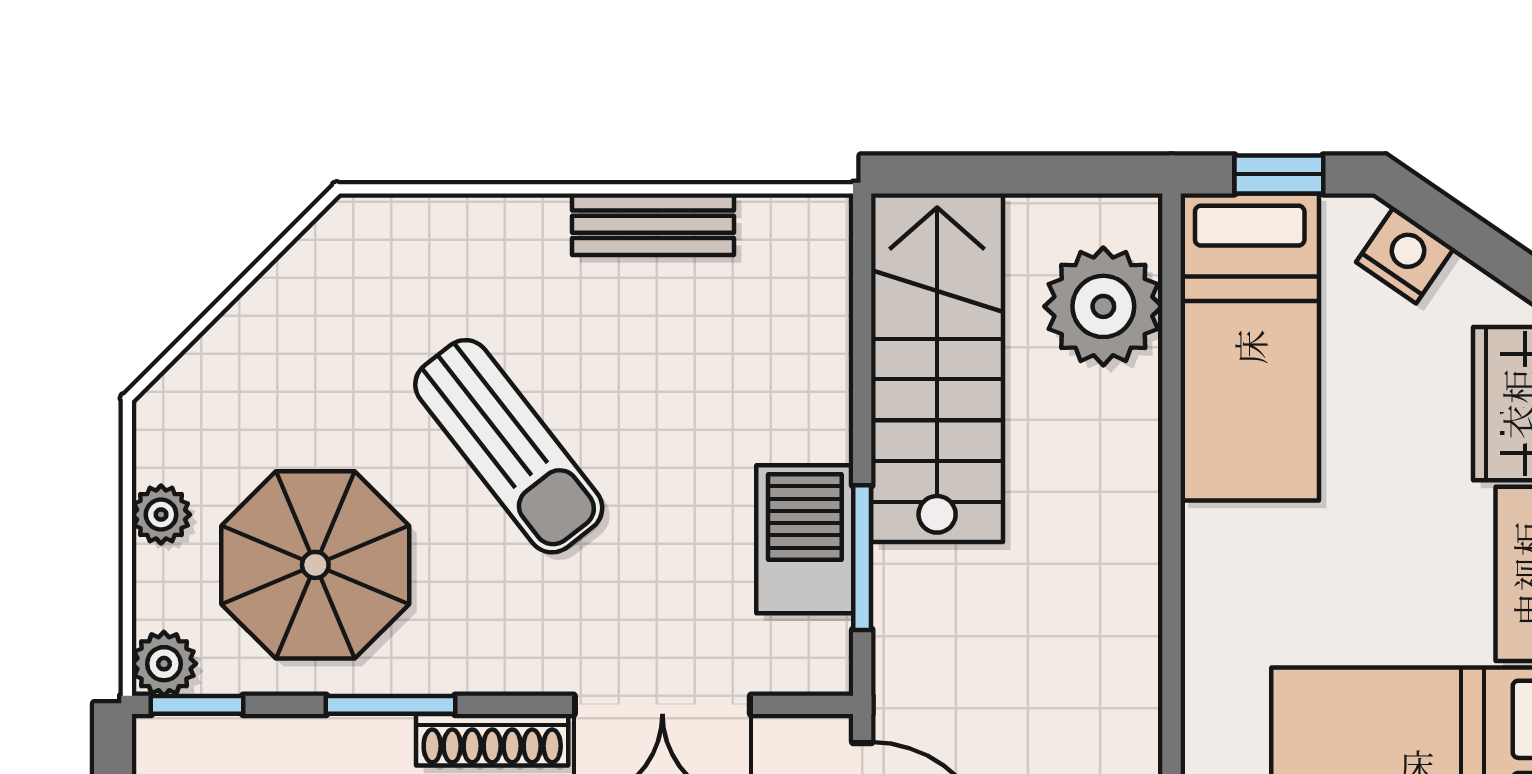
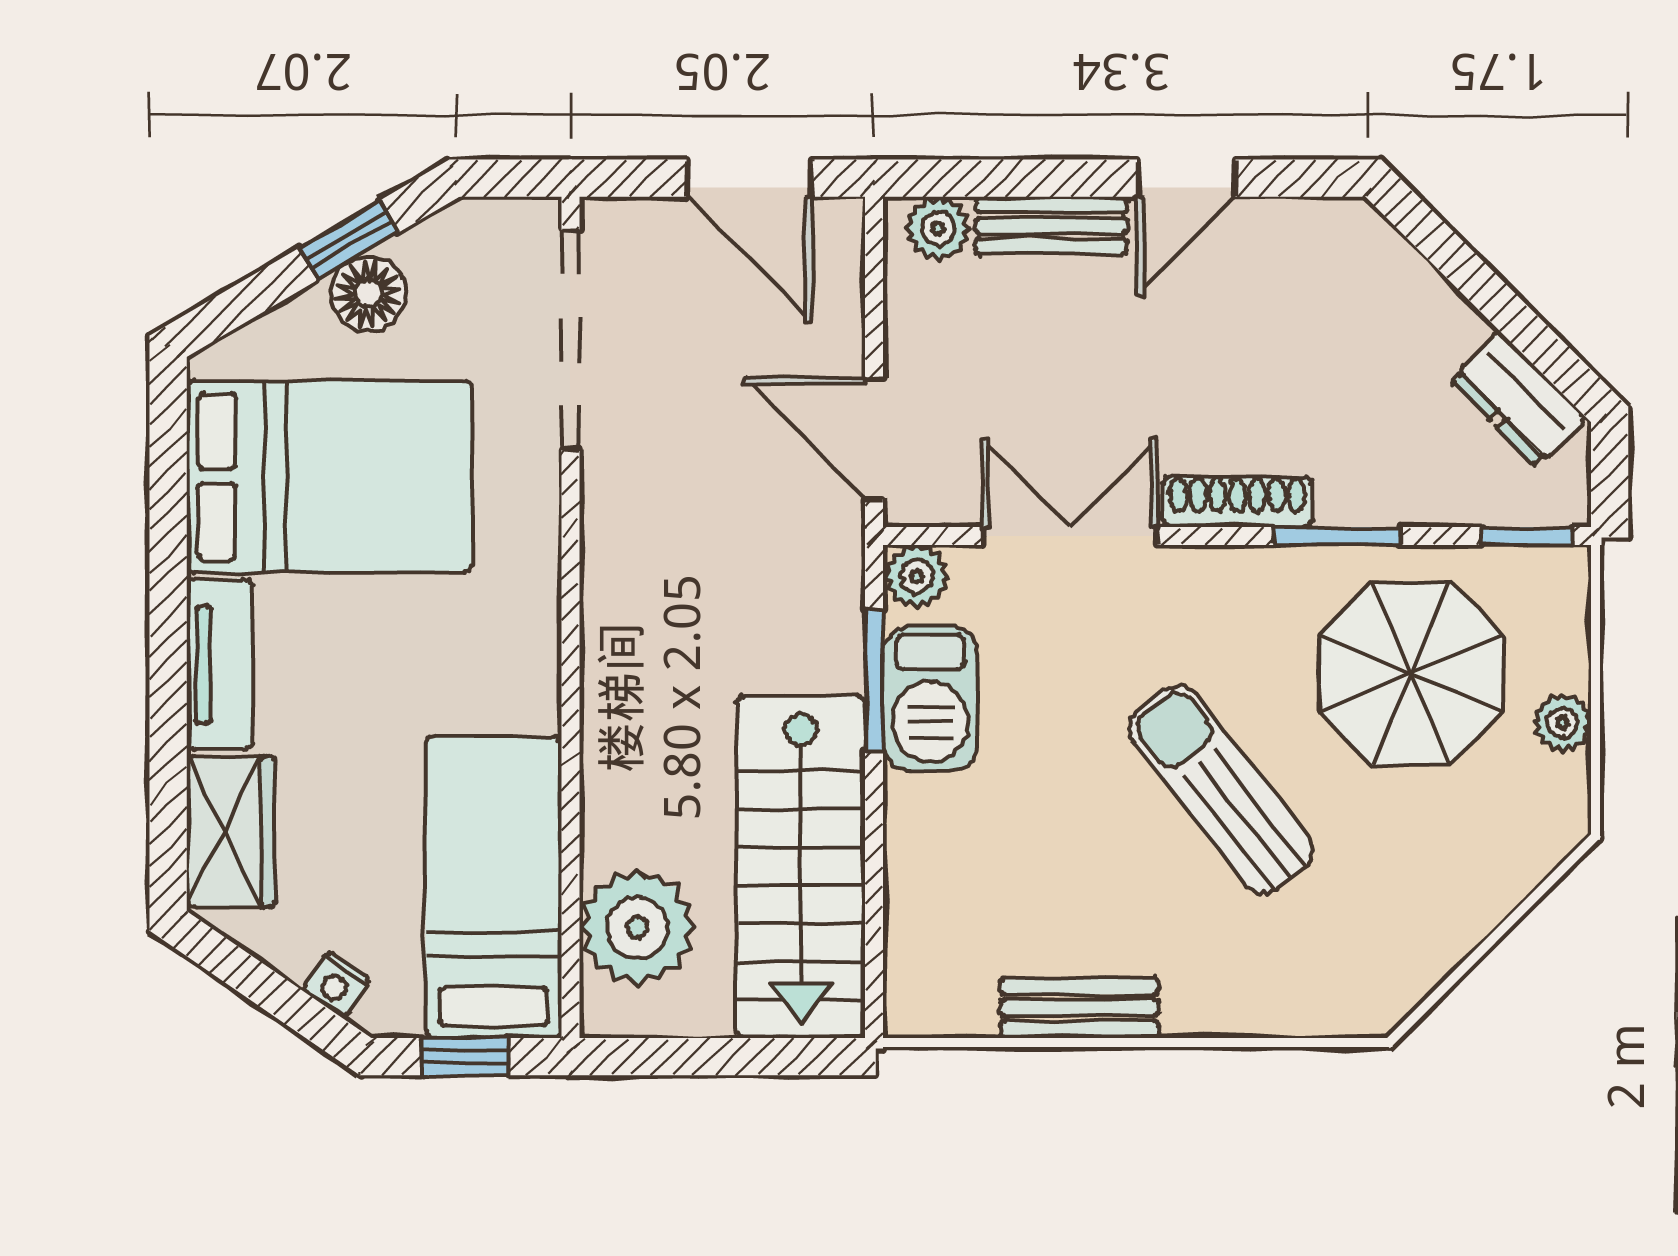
nightstand: (1405, 255) -> (336, 984), width x0.72, depth x0.74
plant: (164, 664) -> (917, 576), moved

